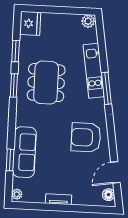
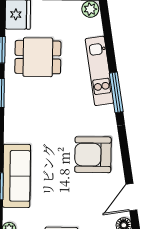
dining table: (46, 83) -> (38, 57), moved, width x0.73

